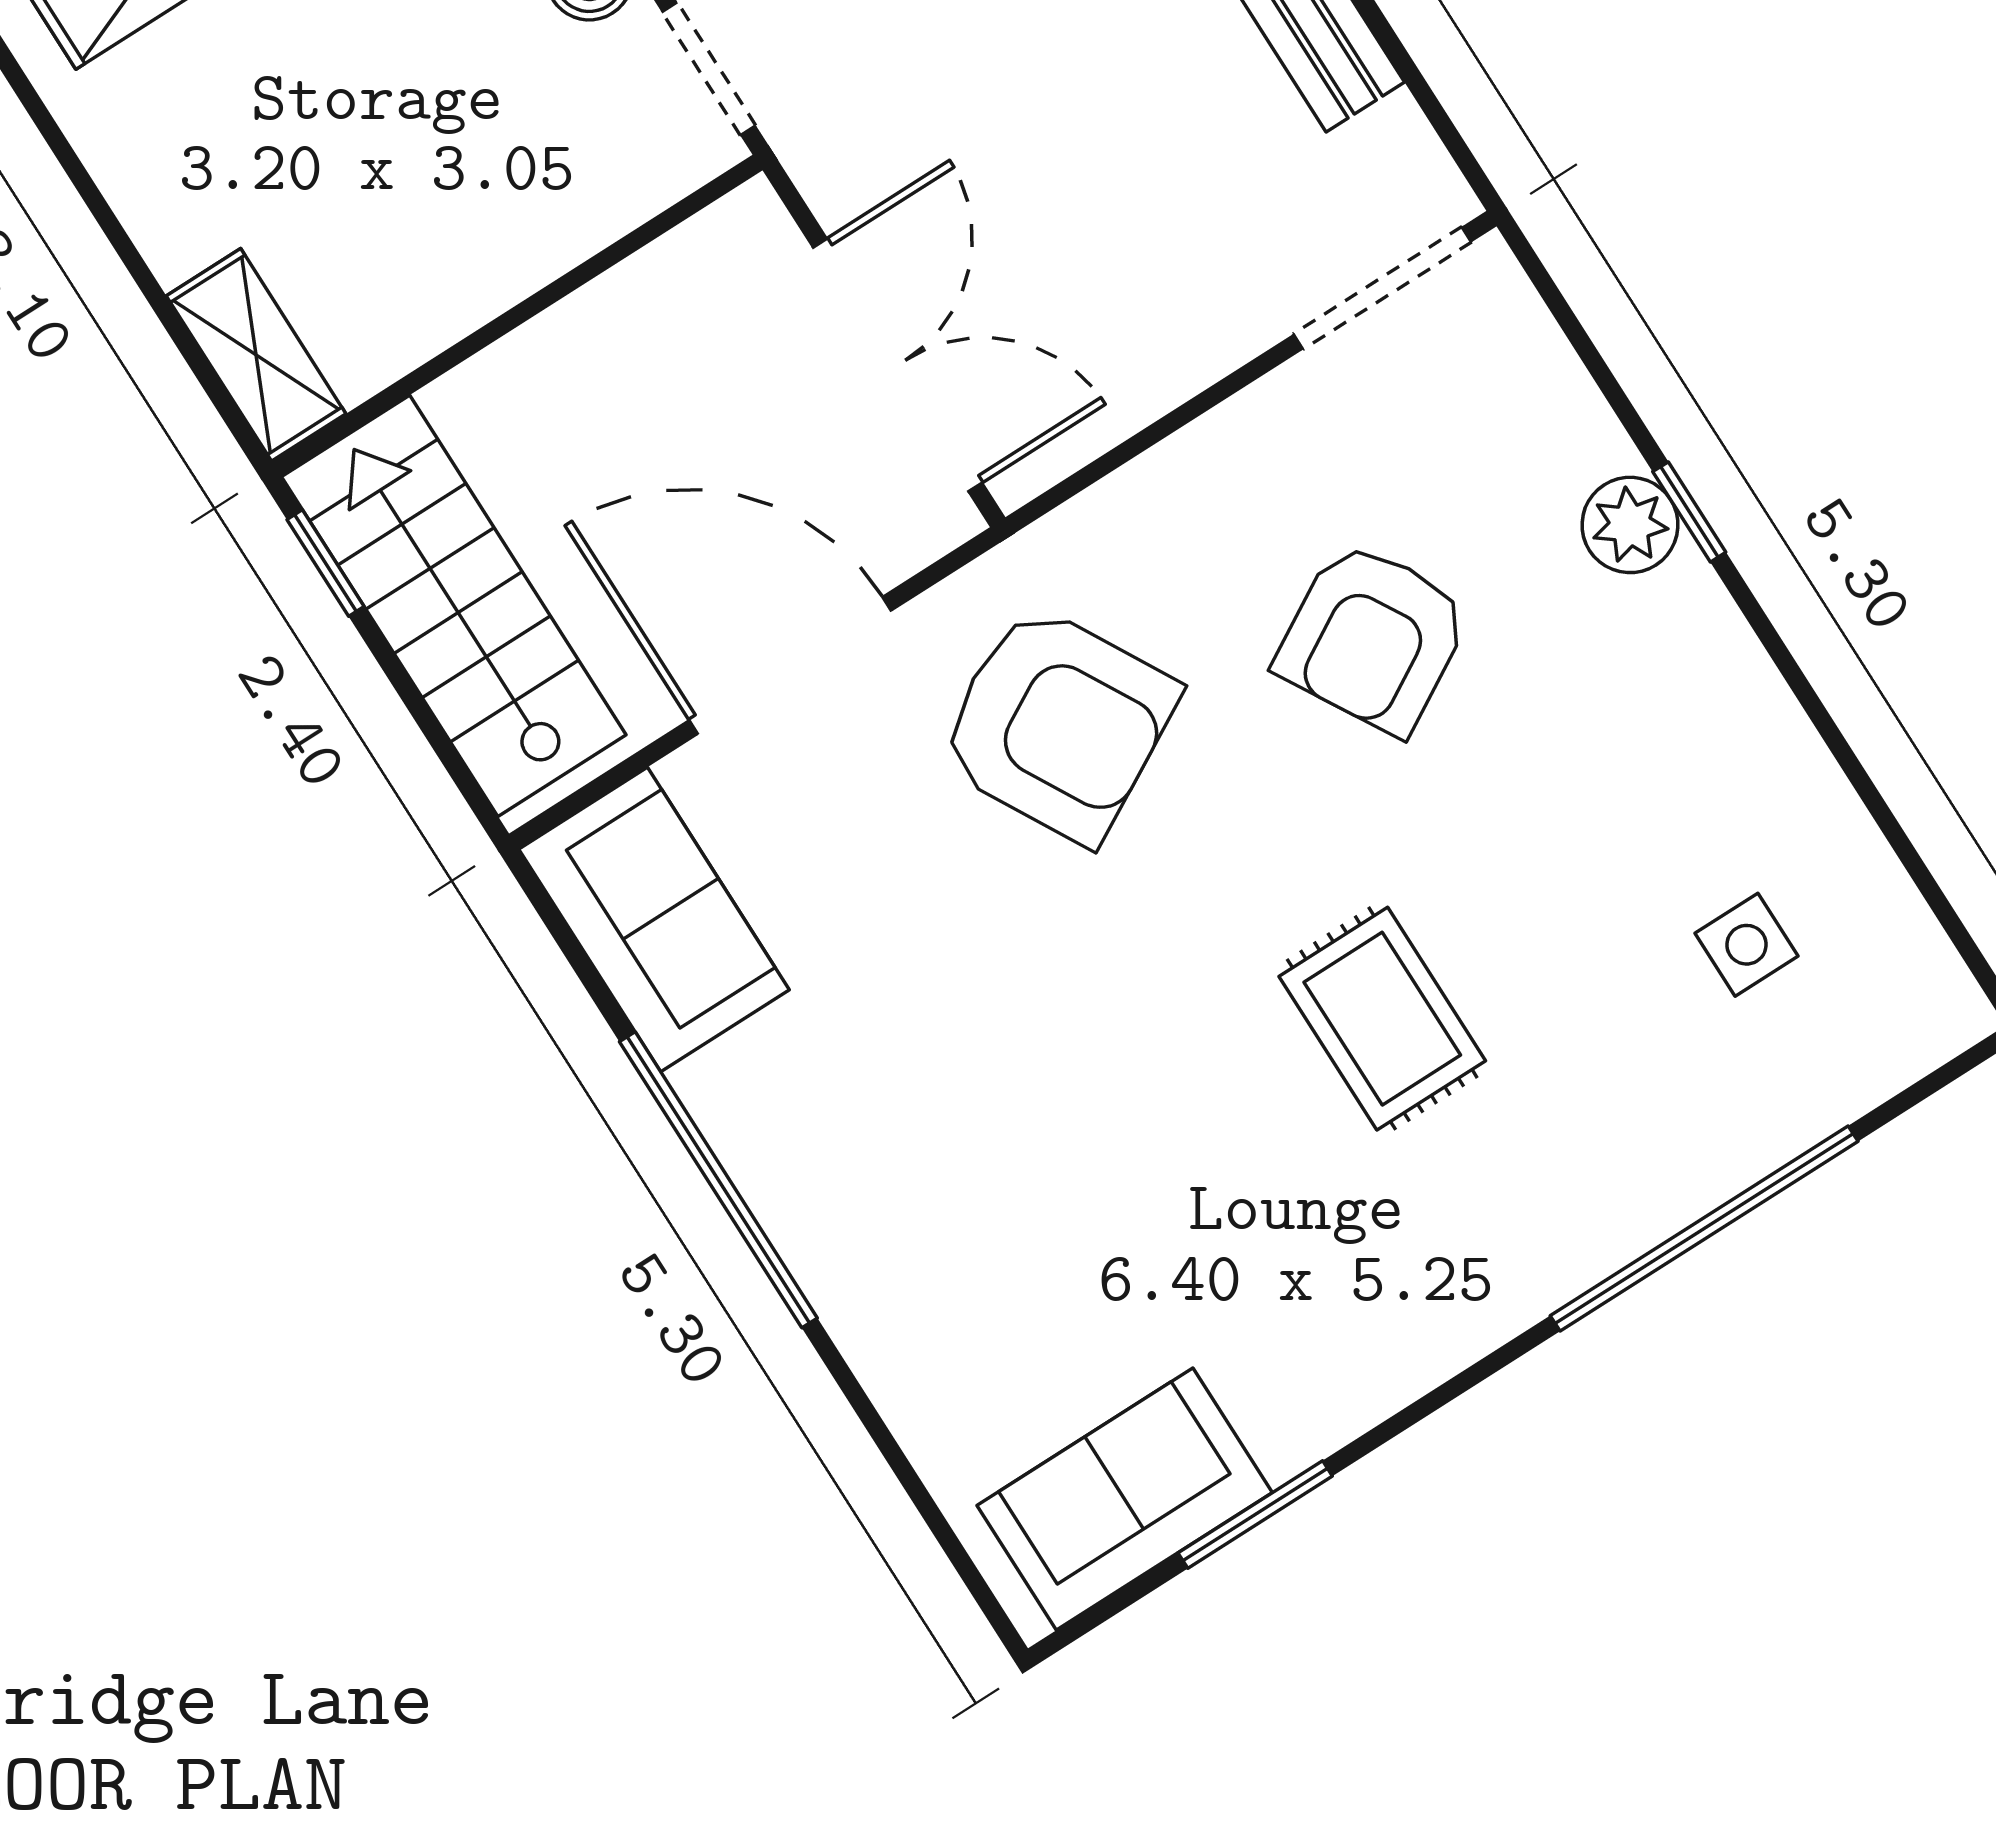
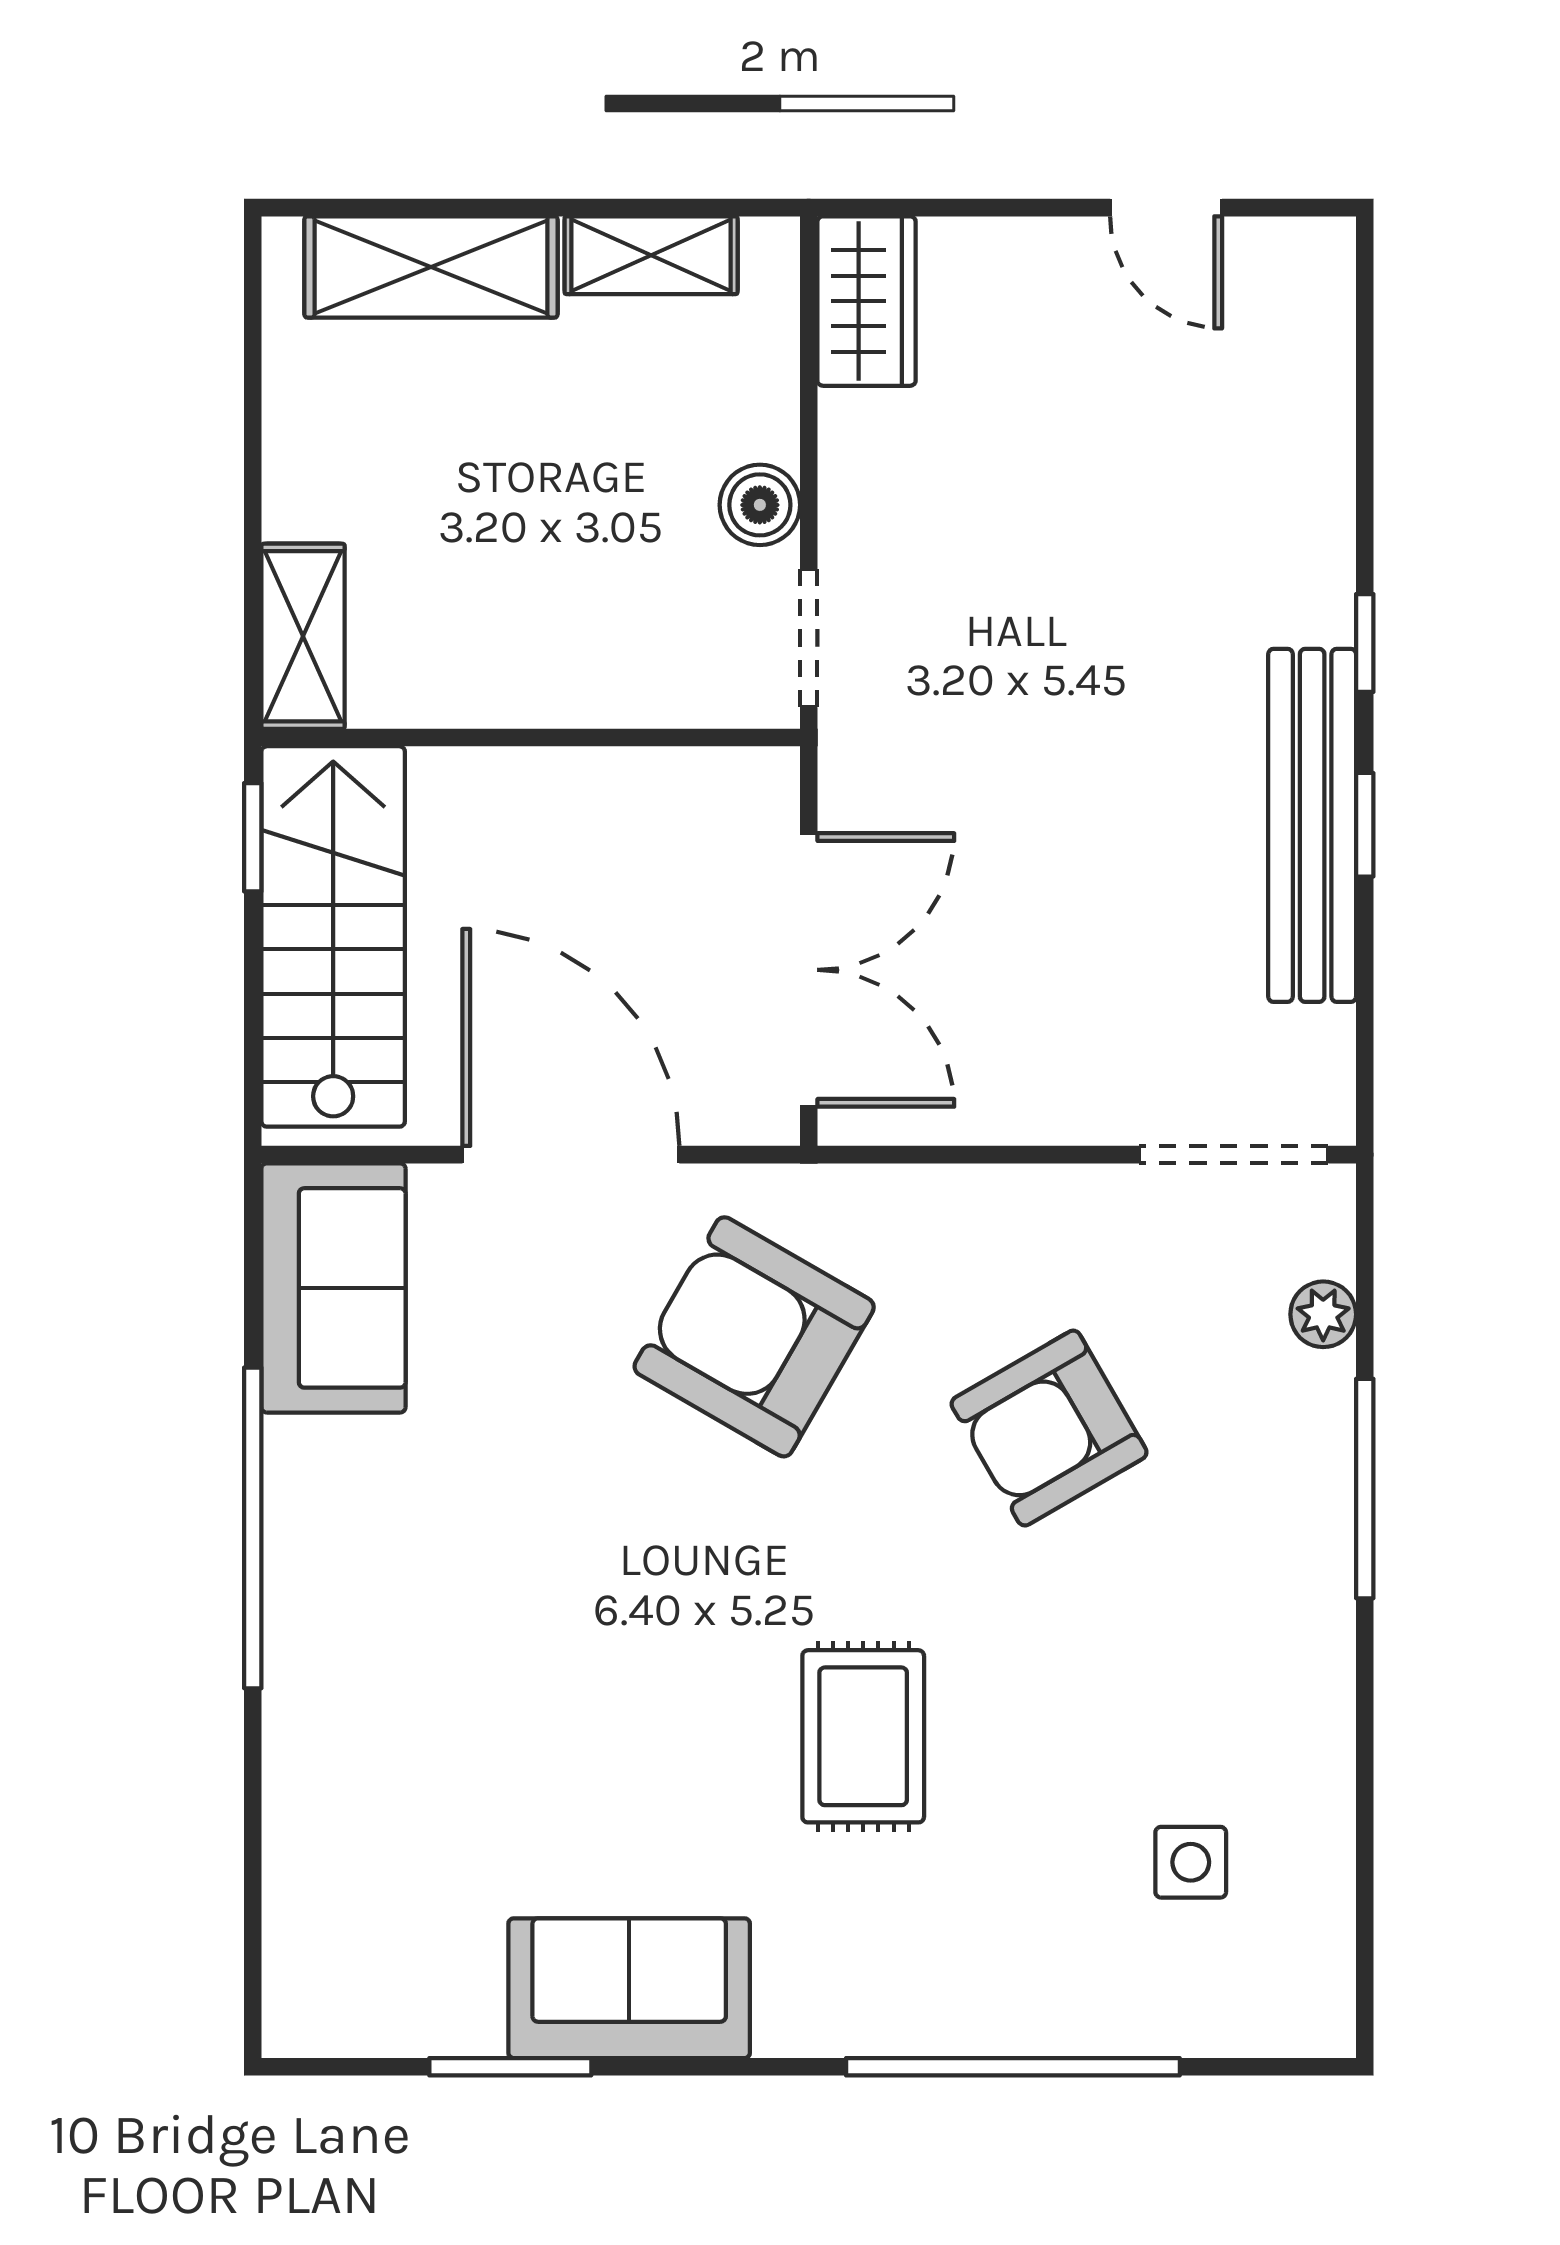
window: (1689, 512) -> (1365, 1489), width x2.17
plant: (1630, 525) -> (1323, 1314), moved, width x0.73, depth x0.73
armchair: (1058, 724) -> (754, 1337), turned 149
sofa: (1125, 1499) -> (629, 1988), moved

